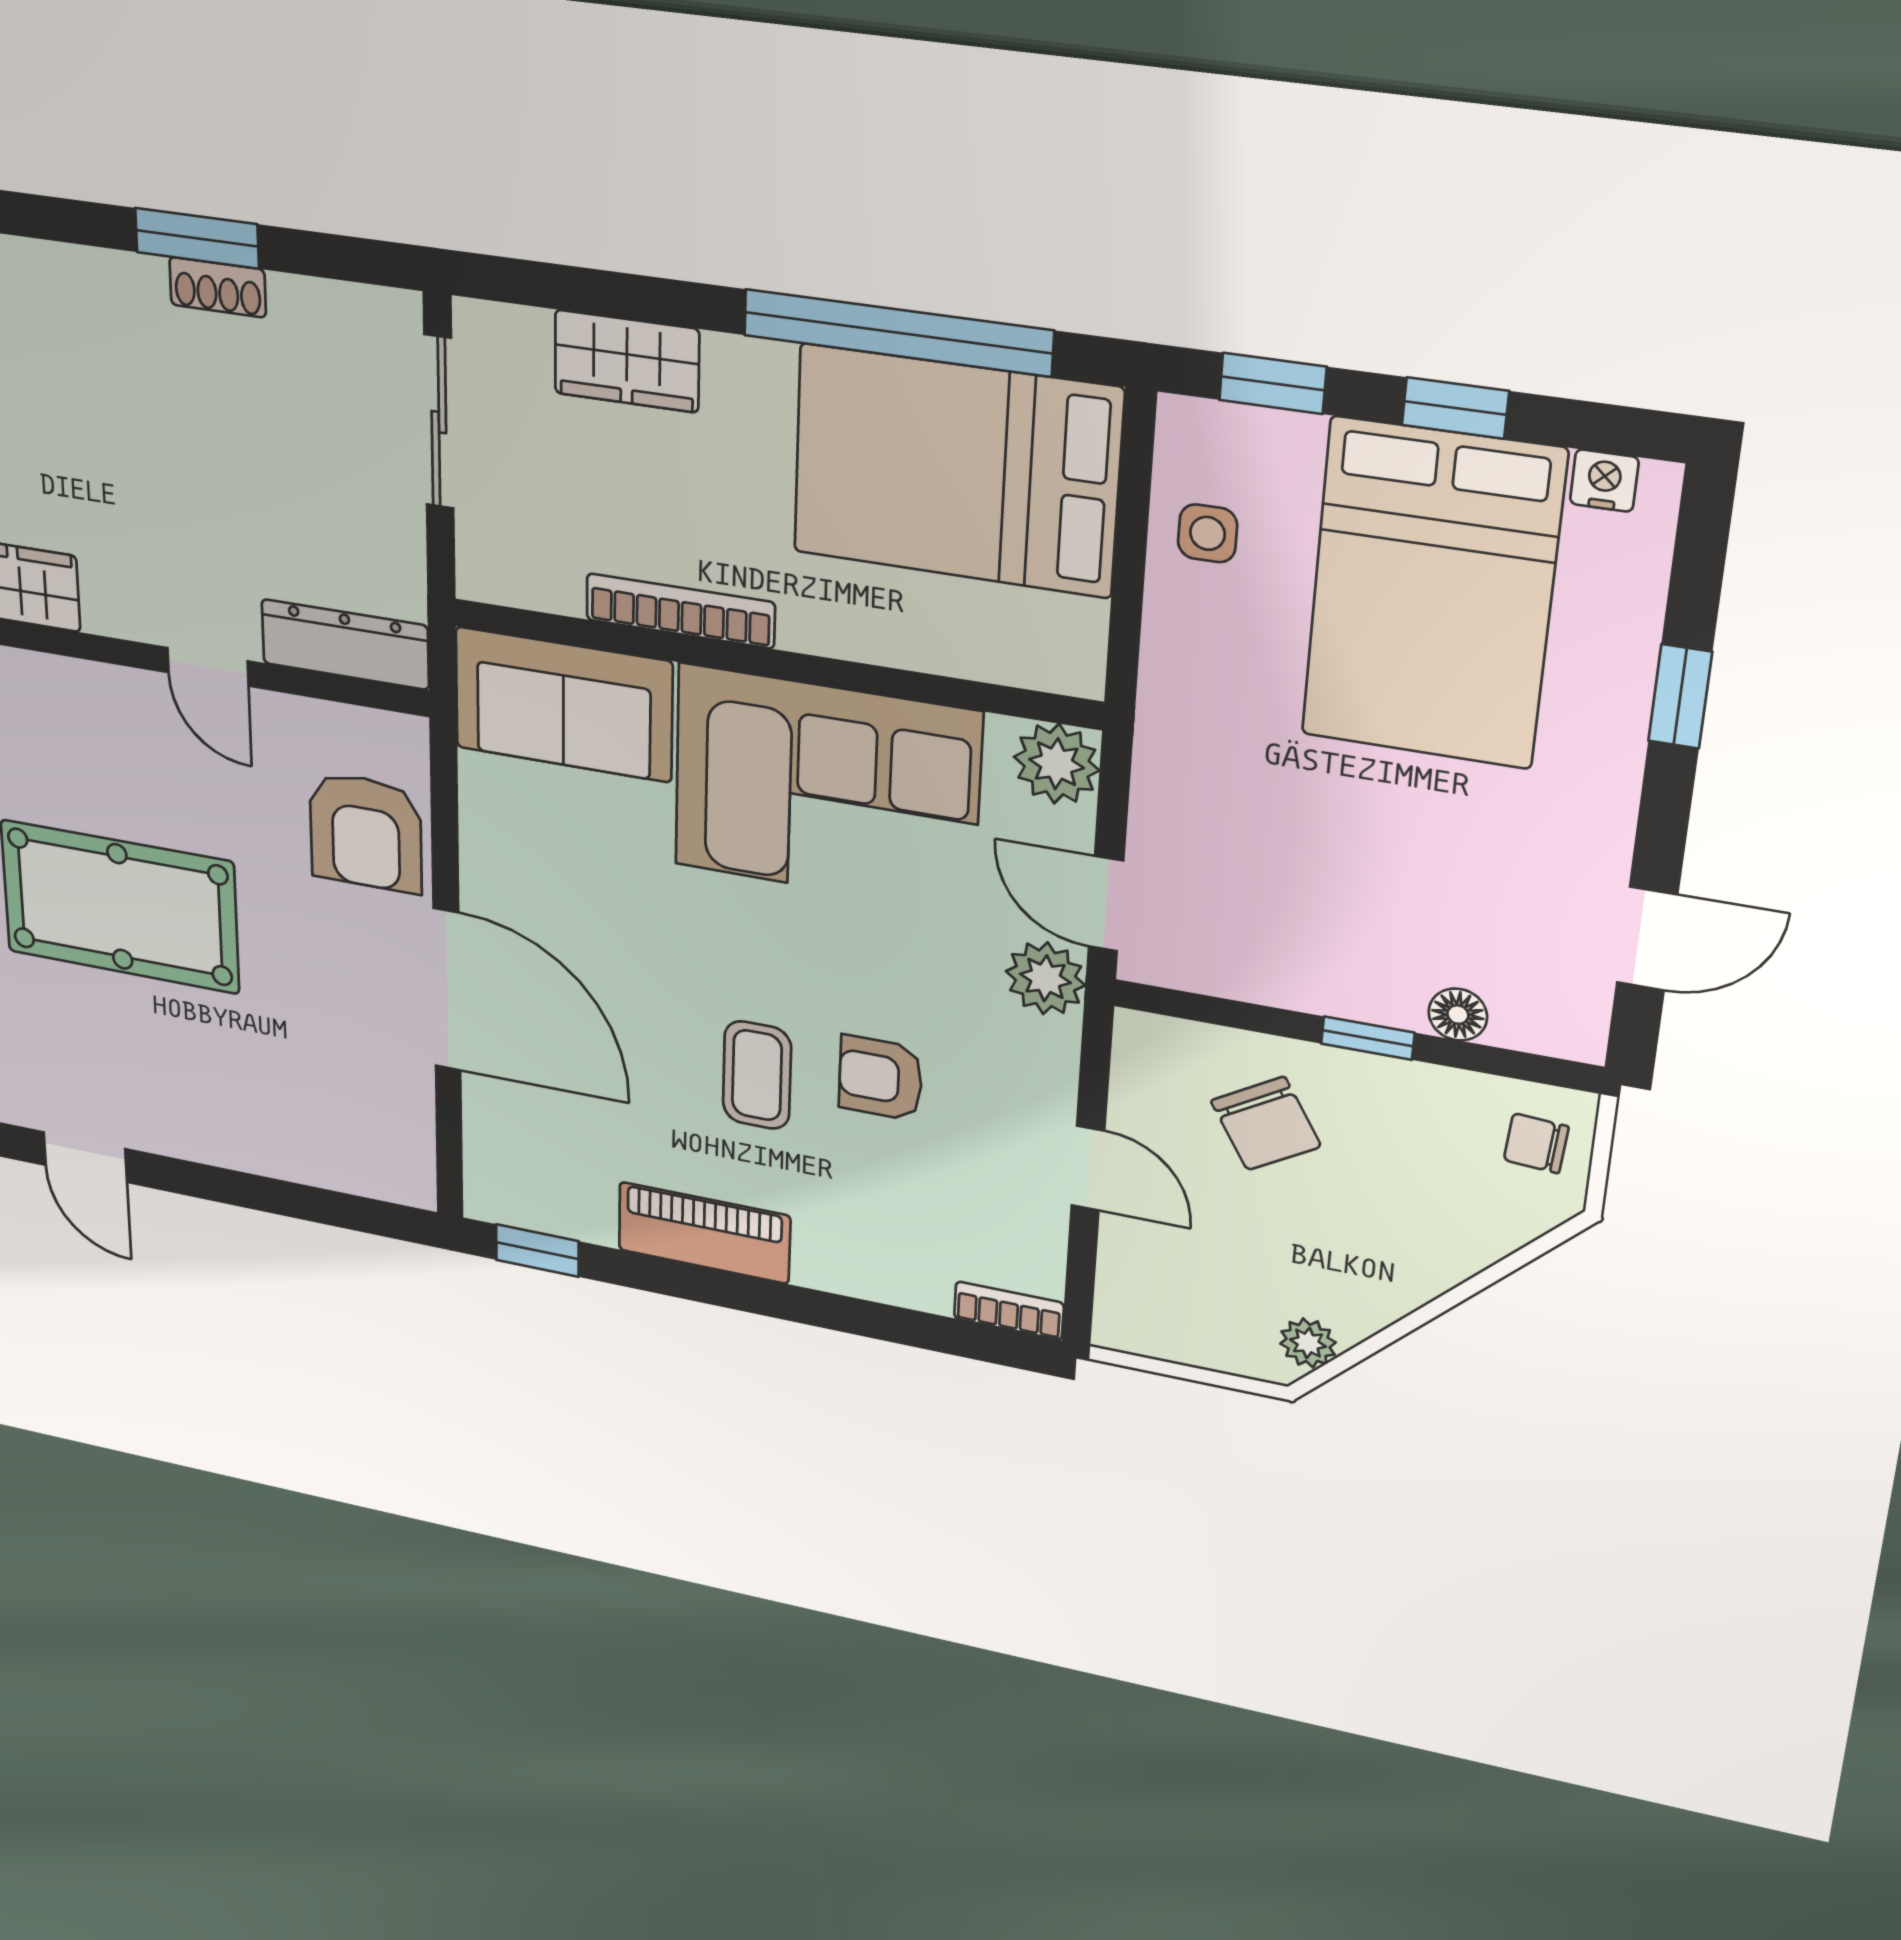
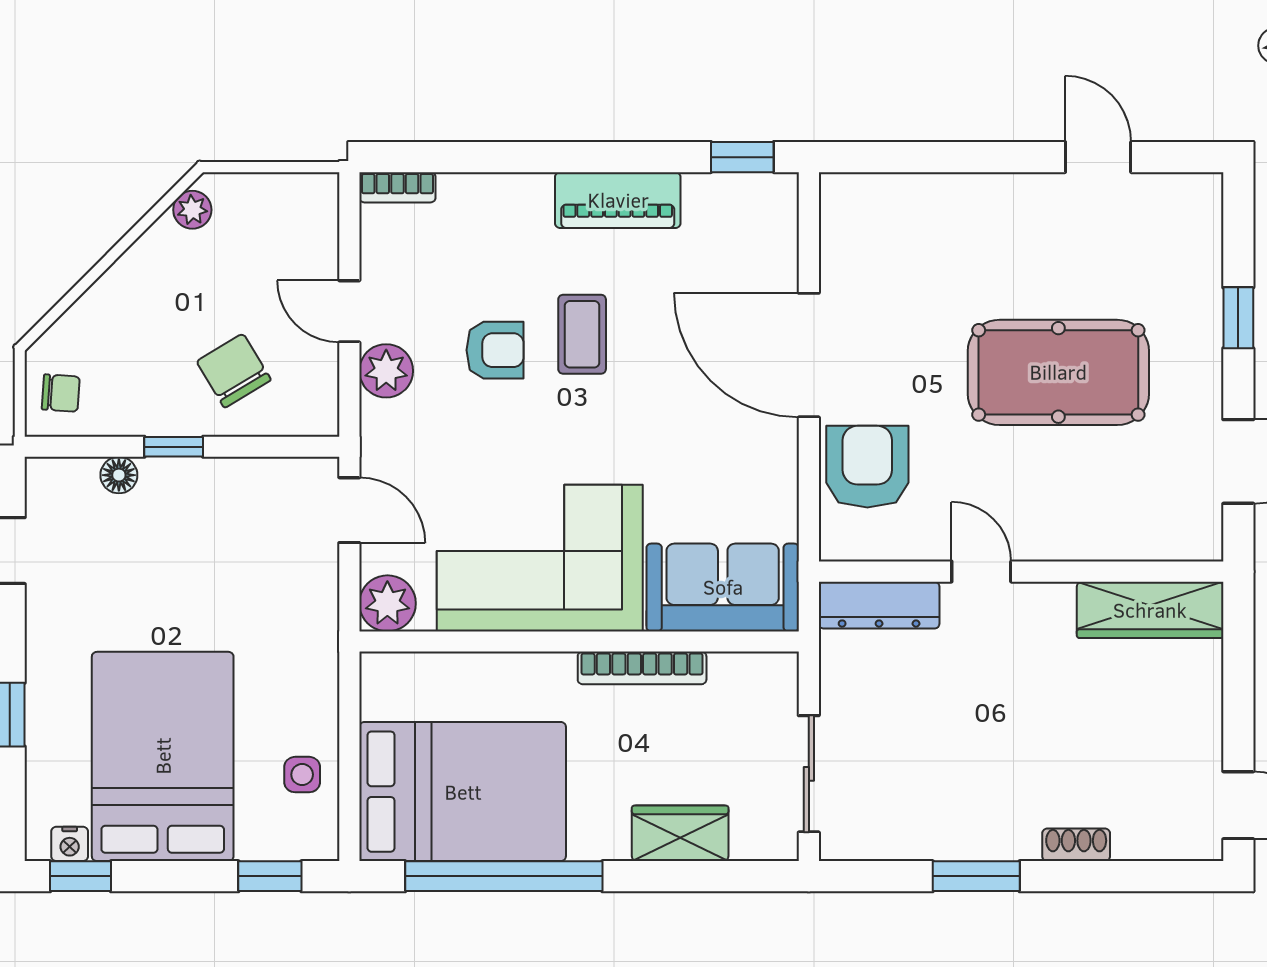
shoe rack: (218, 287) -> (1076, 845), moved
window: (1455, 408) -> (81, 876), moved
plant: (1045, 978) -> (386, 371), moved

